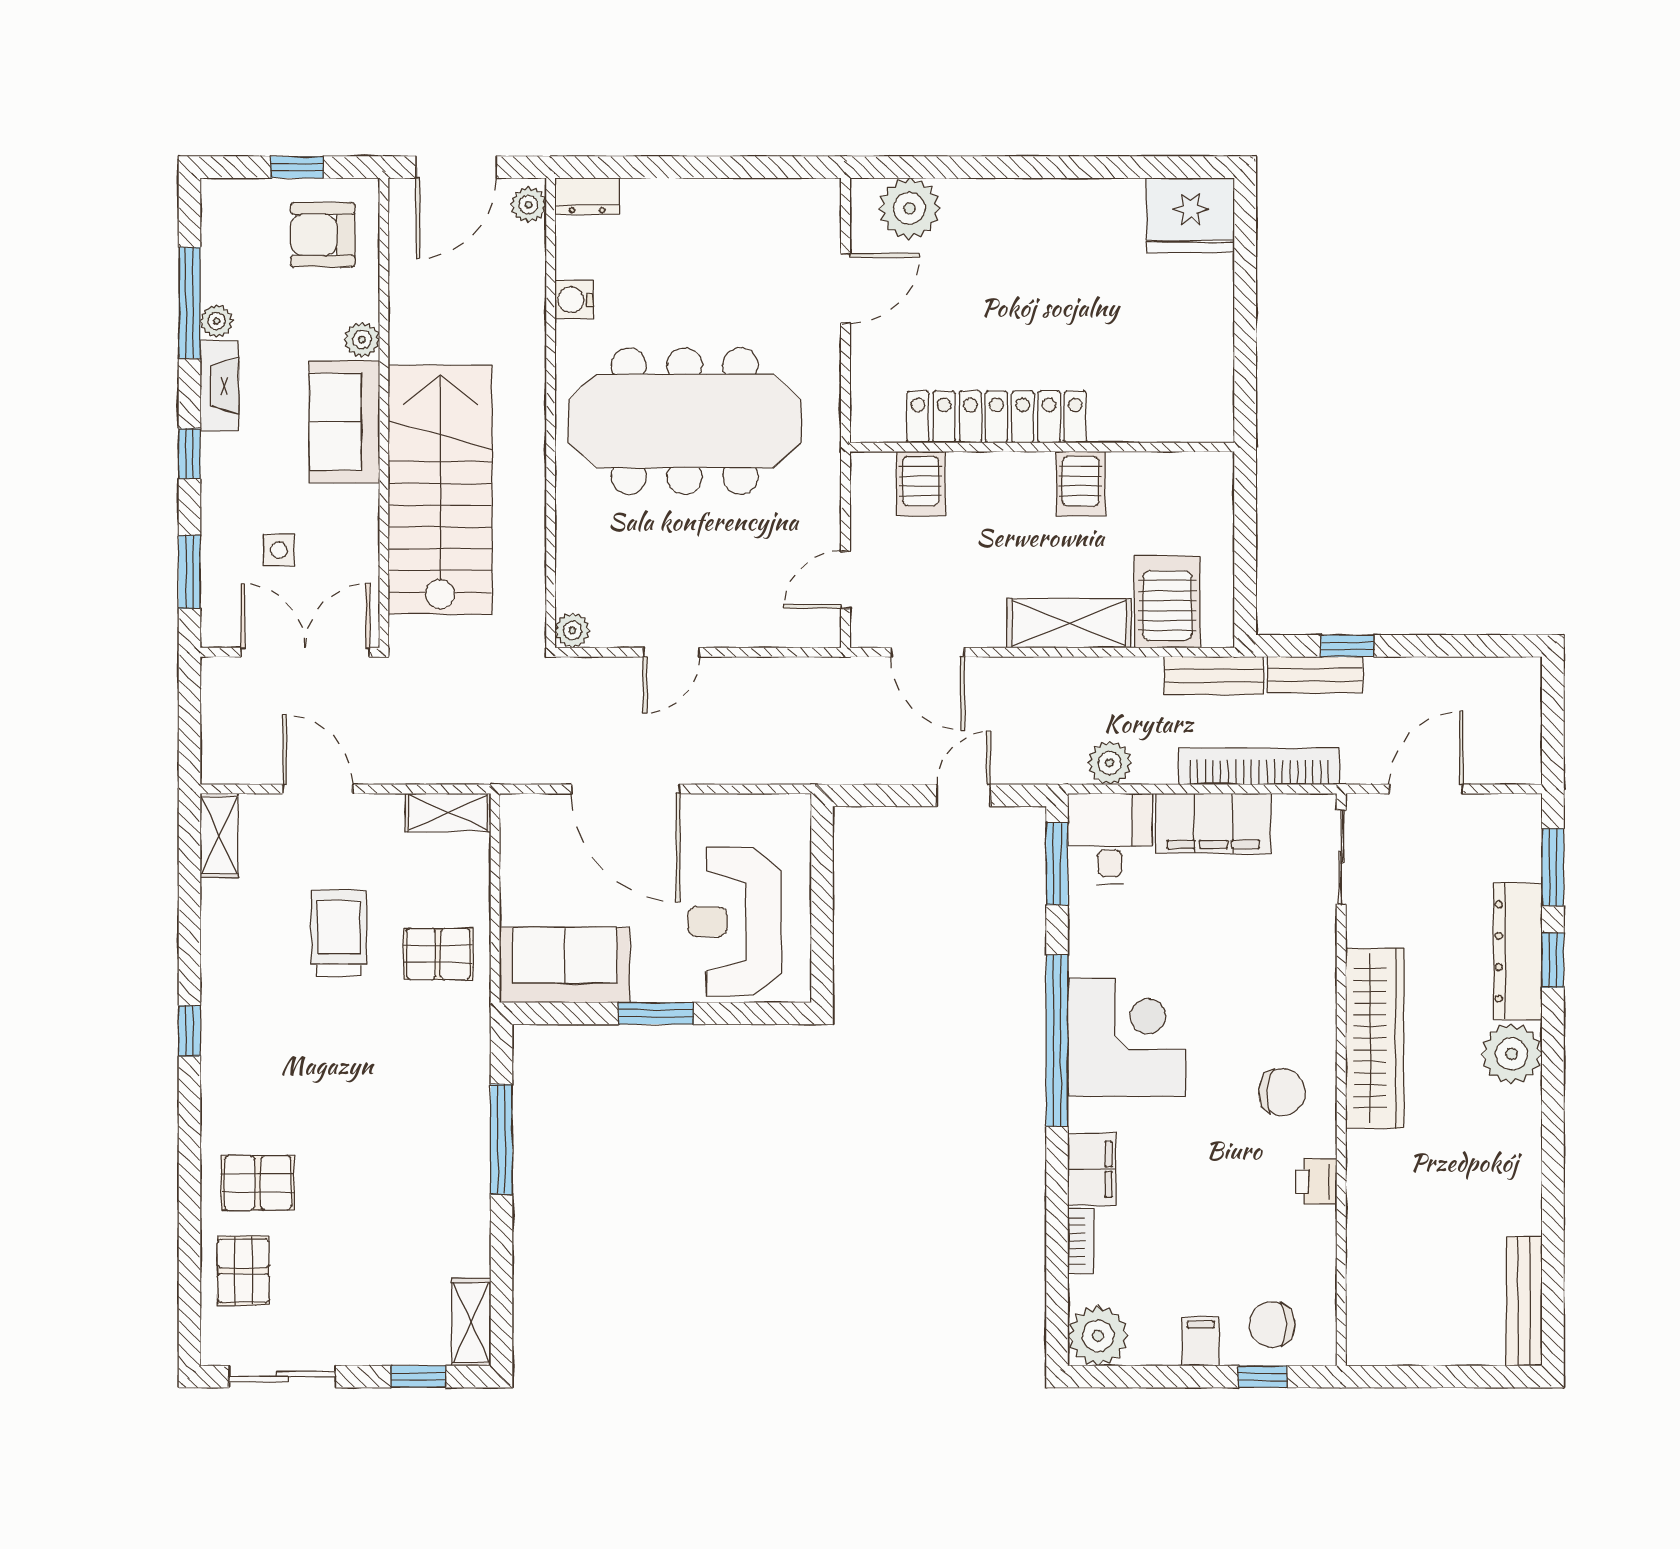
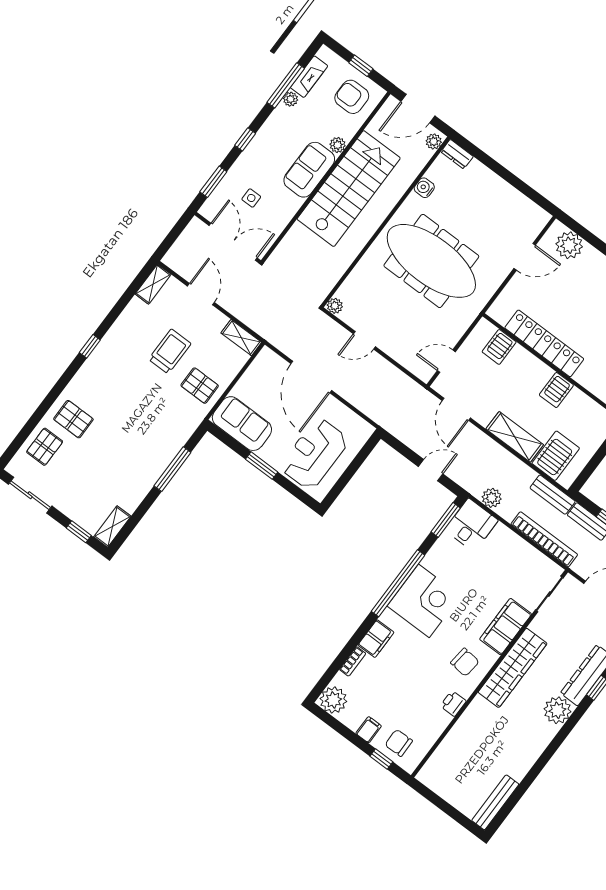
fireplace: (219, 386) -> (309, 77), moved
stairs: (440, 490) -> (349, 189), moved
filing cabinet: (1213, 823) -> (506, 627), moved, turned 90

